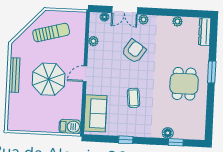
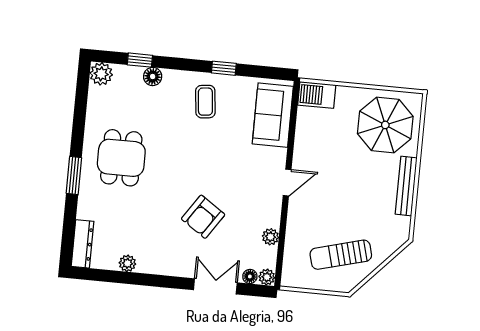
plant: (144, 20) -> (267, 277), moved
parasol: (49, 79) -> (385, 125), moved
coffee table: (134, 98) -> (205, 102), moved
plant: (198, 133) -> (101, 74), added

